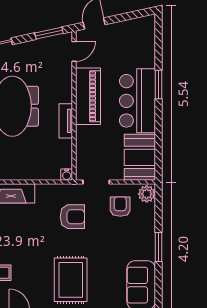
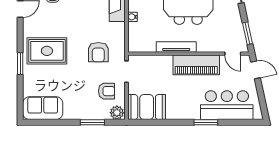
bar counter: (137, 101) -> (227, 105), moved
tv unit: (66, 121) -> (176, 47), width x1.41
water cooler: (67, 175) -> (132, 17), moved
window: (159, 247) -> (92, 122), moved

